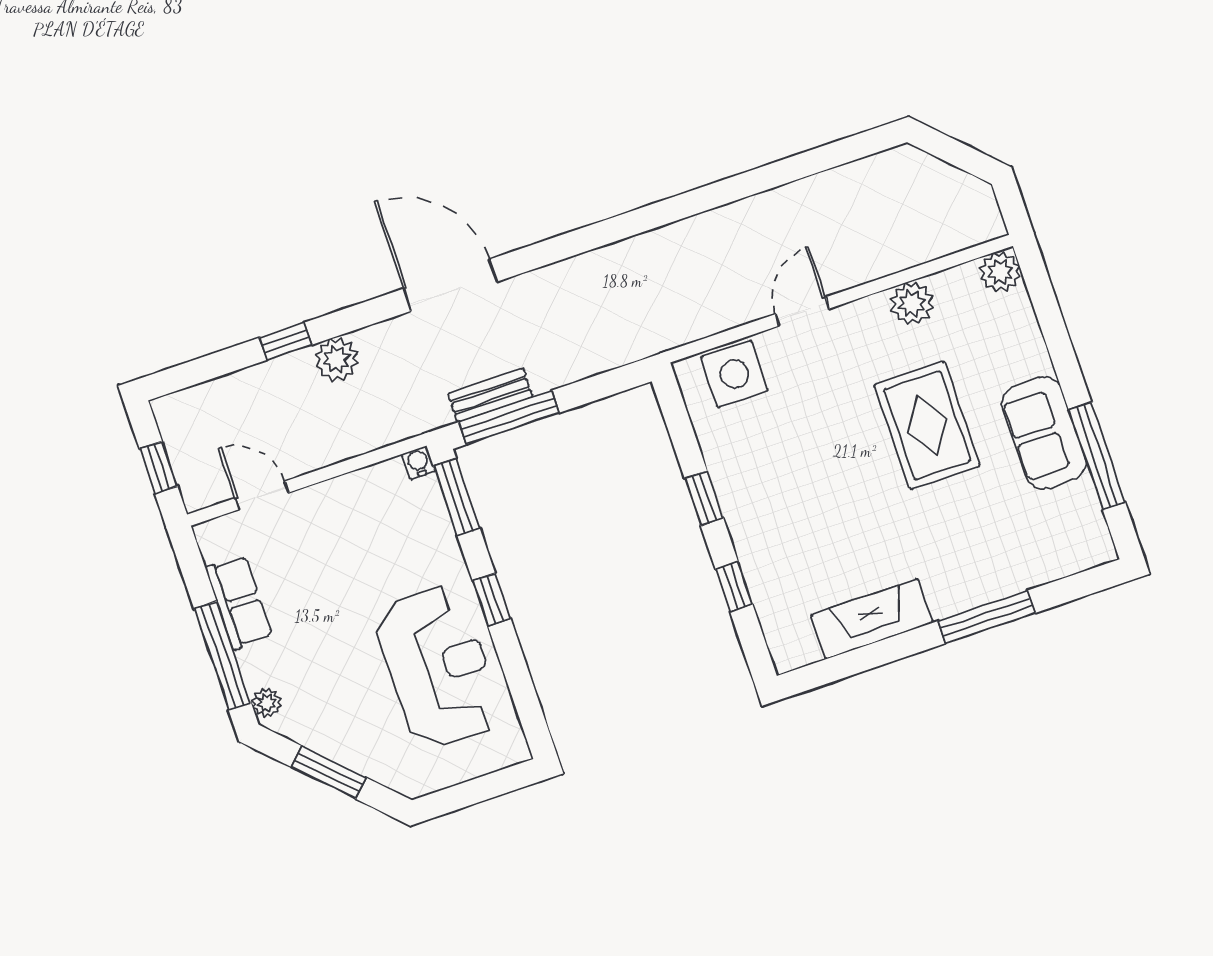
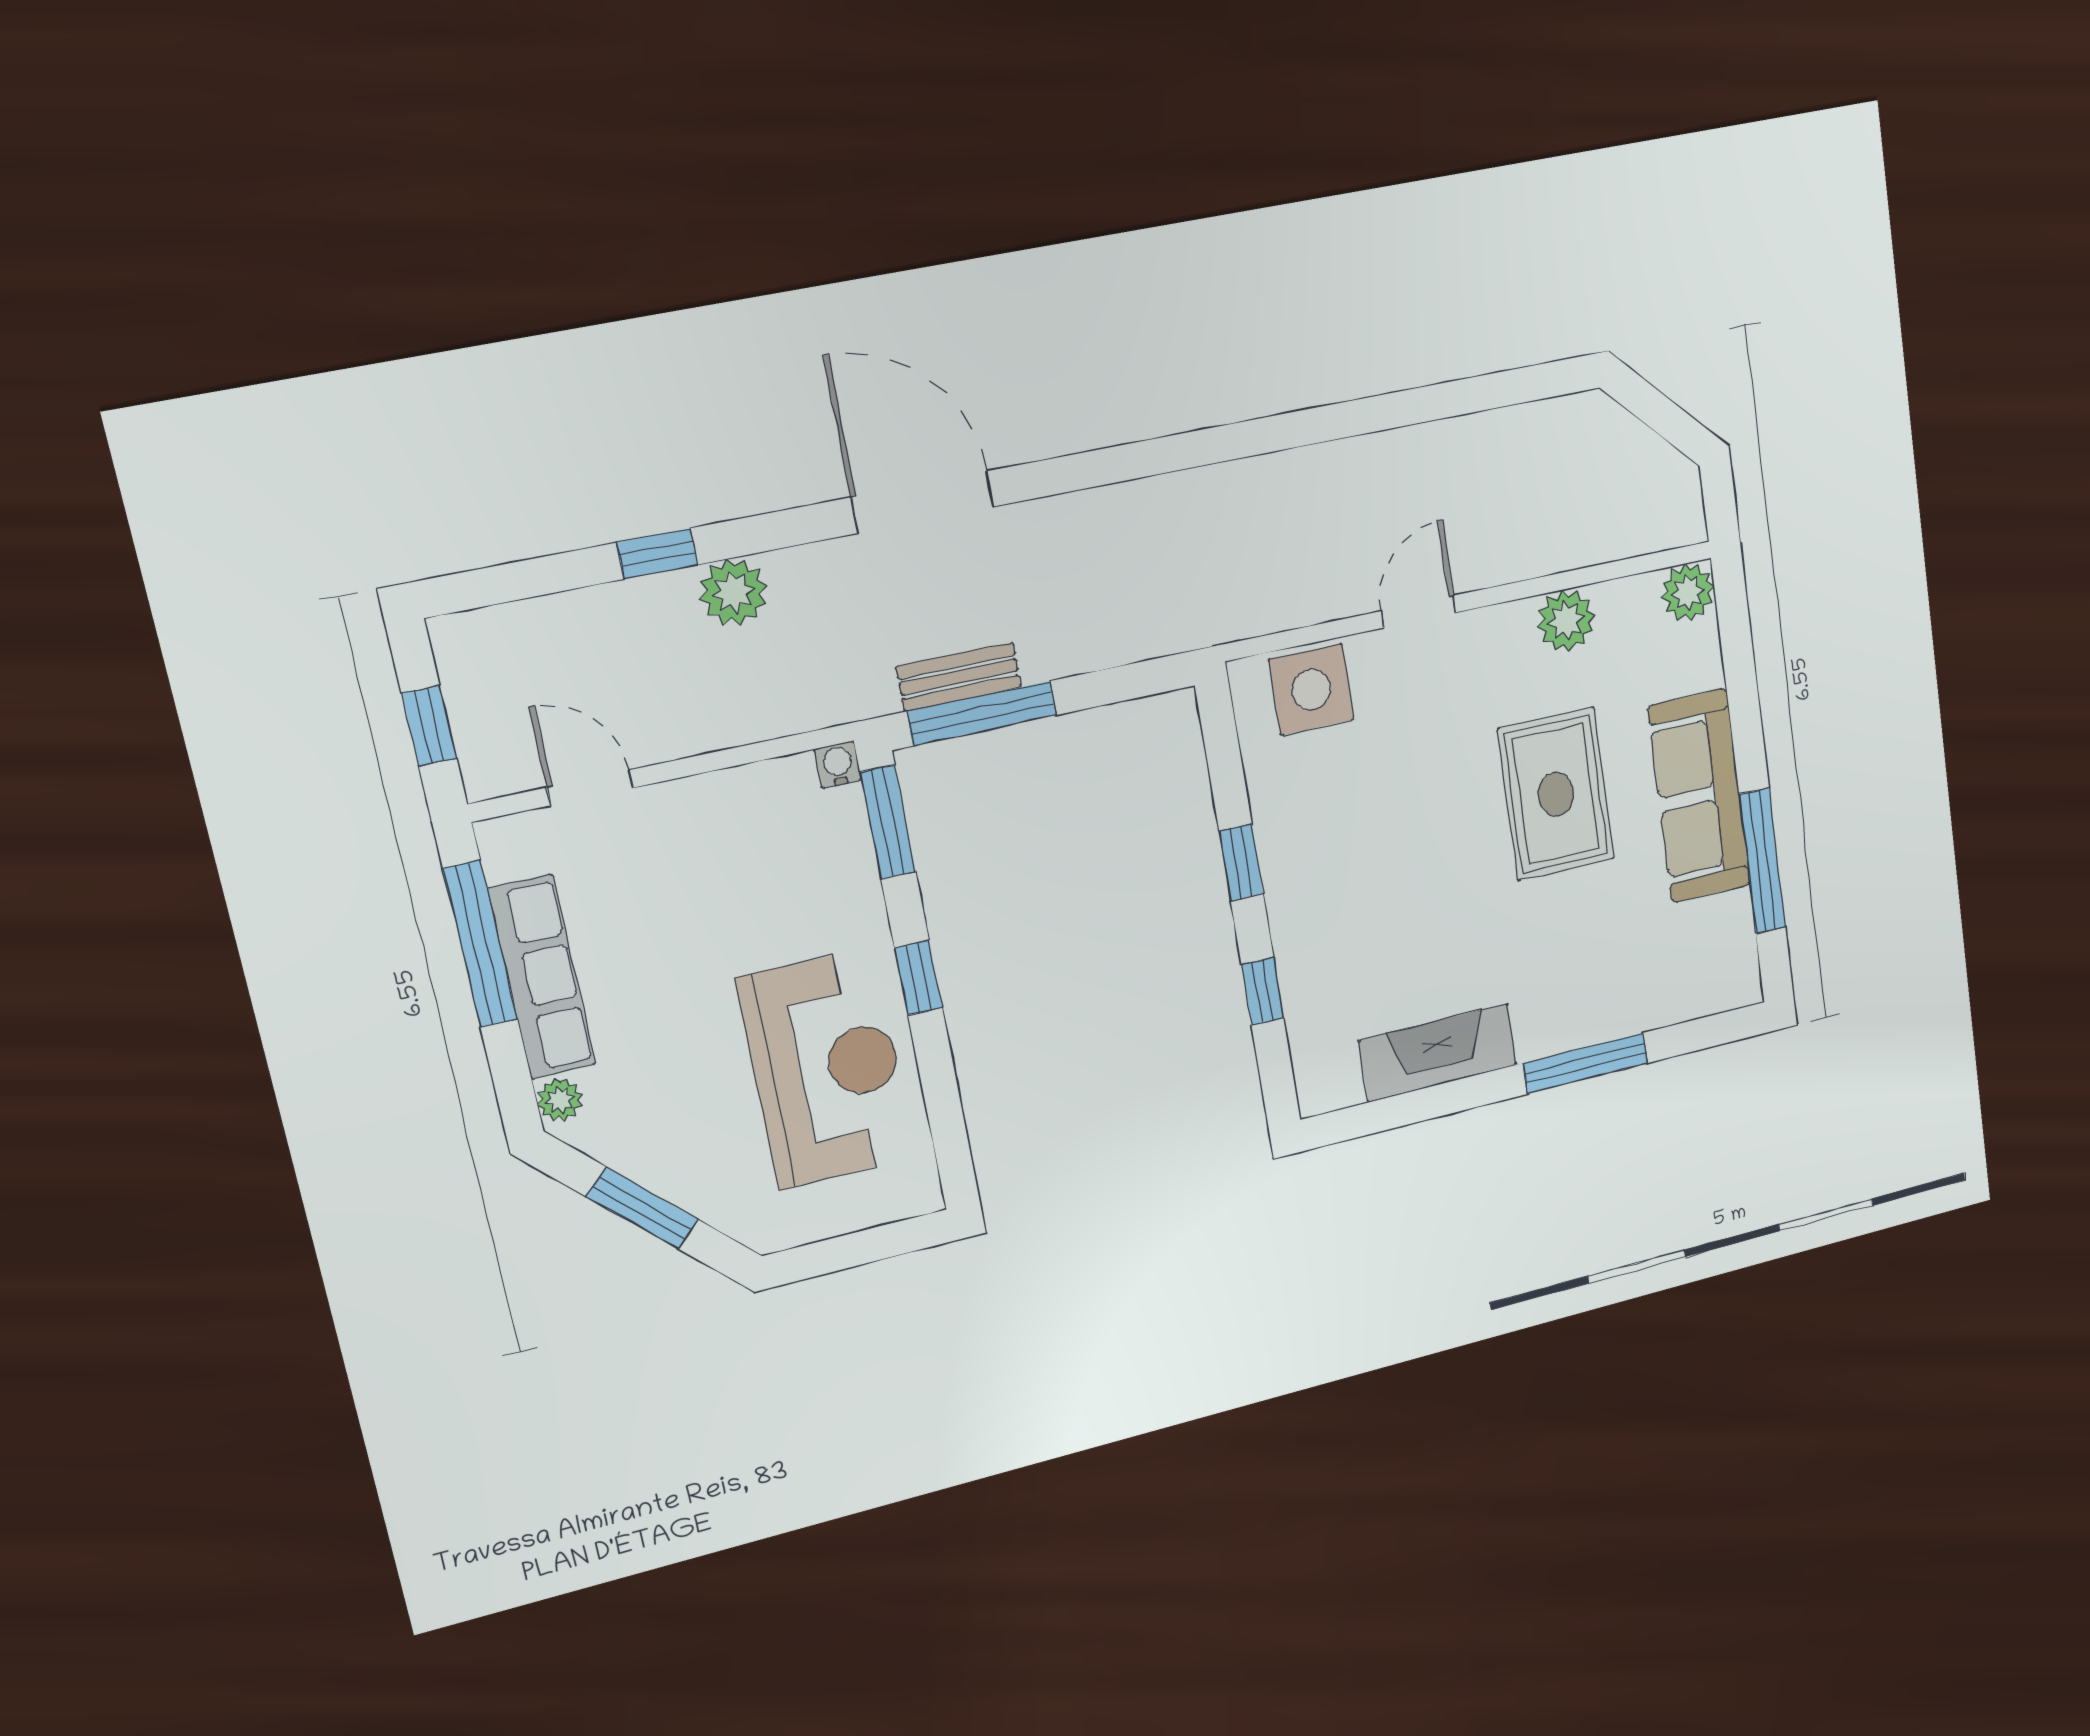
sofa: (1044, 433) -> (1699, 796), width x1.36
row of seats: (239, 602) -> (542, 977), width x1.48
window: (223, 656) -> (480, 944), moved

